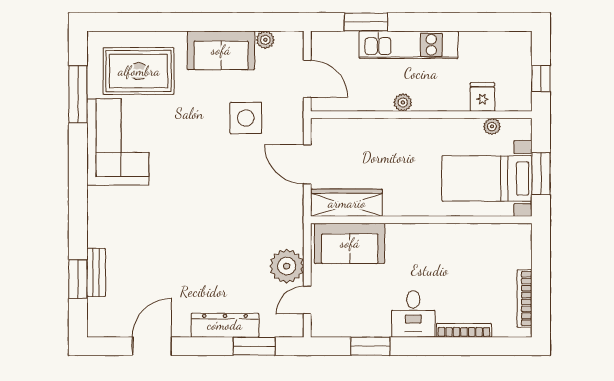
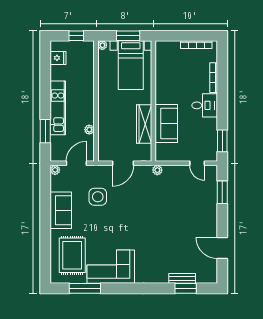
plant: (265, 40) -> (55, 170), moved
fridge: (482, 97) -> (58, 58), moved, turned 180
plant: (403, 102) -> (89, 130), moved
plant: (492, 126) -> (102, 45), moved
wardrobe: (347, 203) -> (144, 124), moved
sofa: (350, 243) -> (166, 124), moved
plant: (287, 266) -> (157, 170), moved, width x0.53, depth x0.53
dresser: (225, 325) -> (211, 208), removed
window: (370, 346) -> (222, 141), moved

